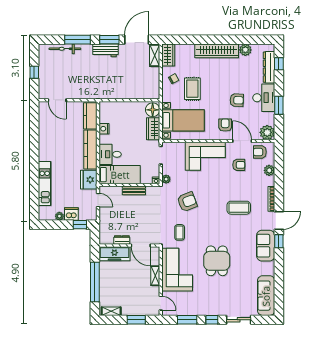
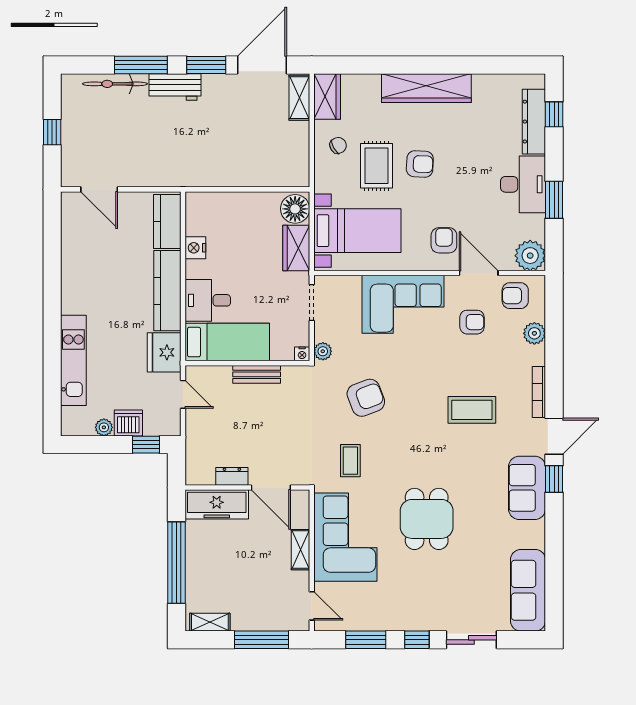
workbench: (105, 50) -> (175, 87), moved
plant: (245, 50) -> (485, 86), removed
armchair: (237, 100) -> (420, 164), moved
window: (136, 320) -> (262, 640), width x1.44

